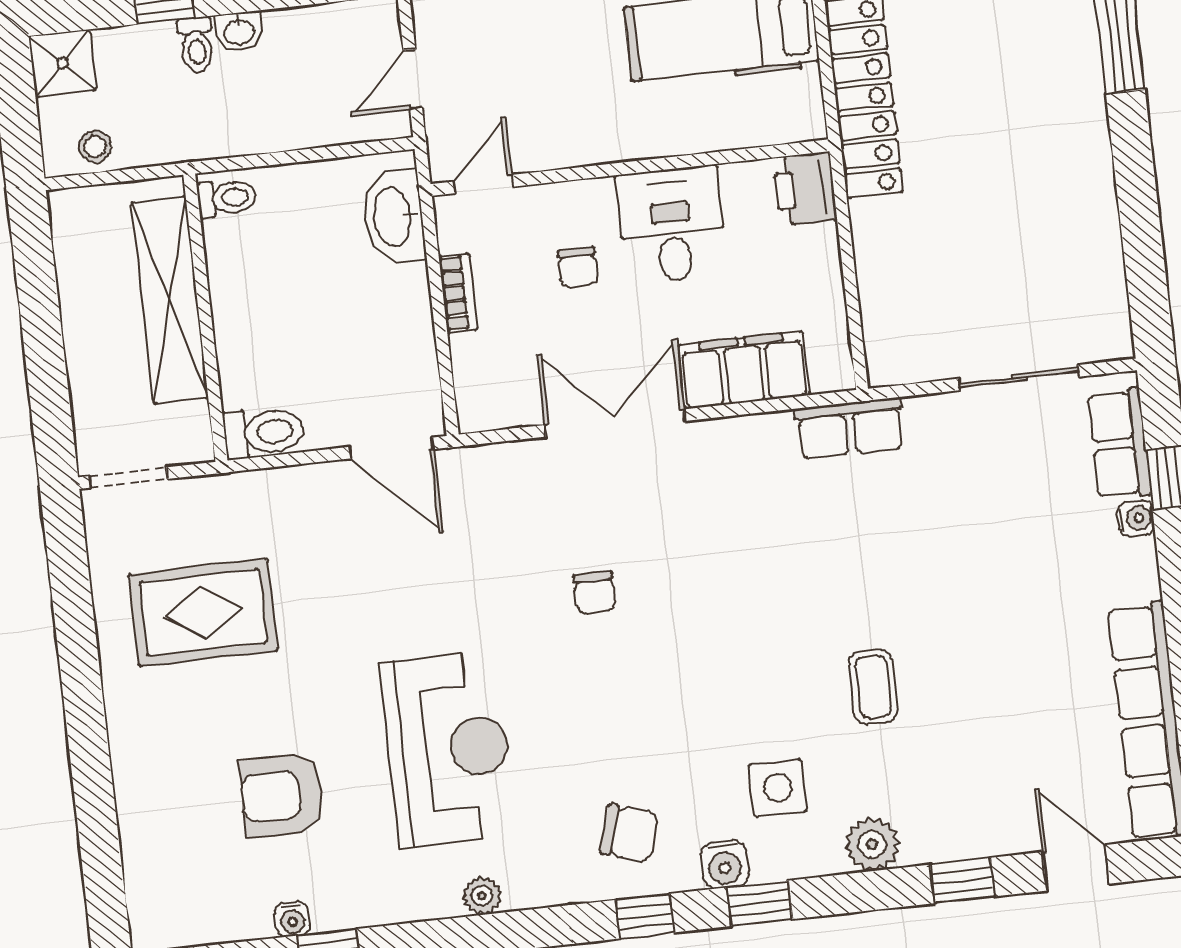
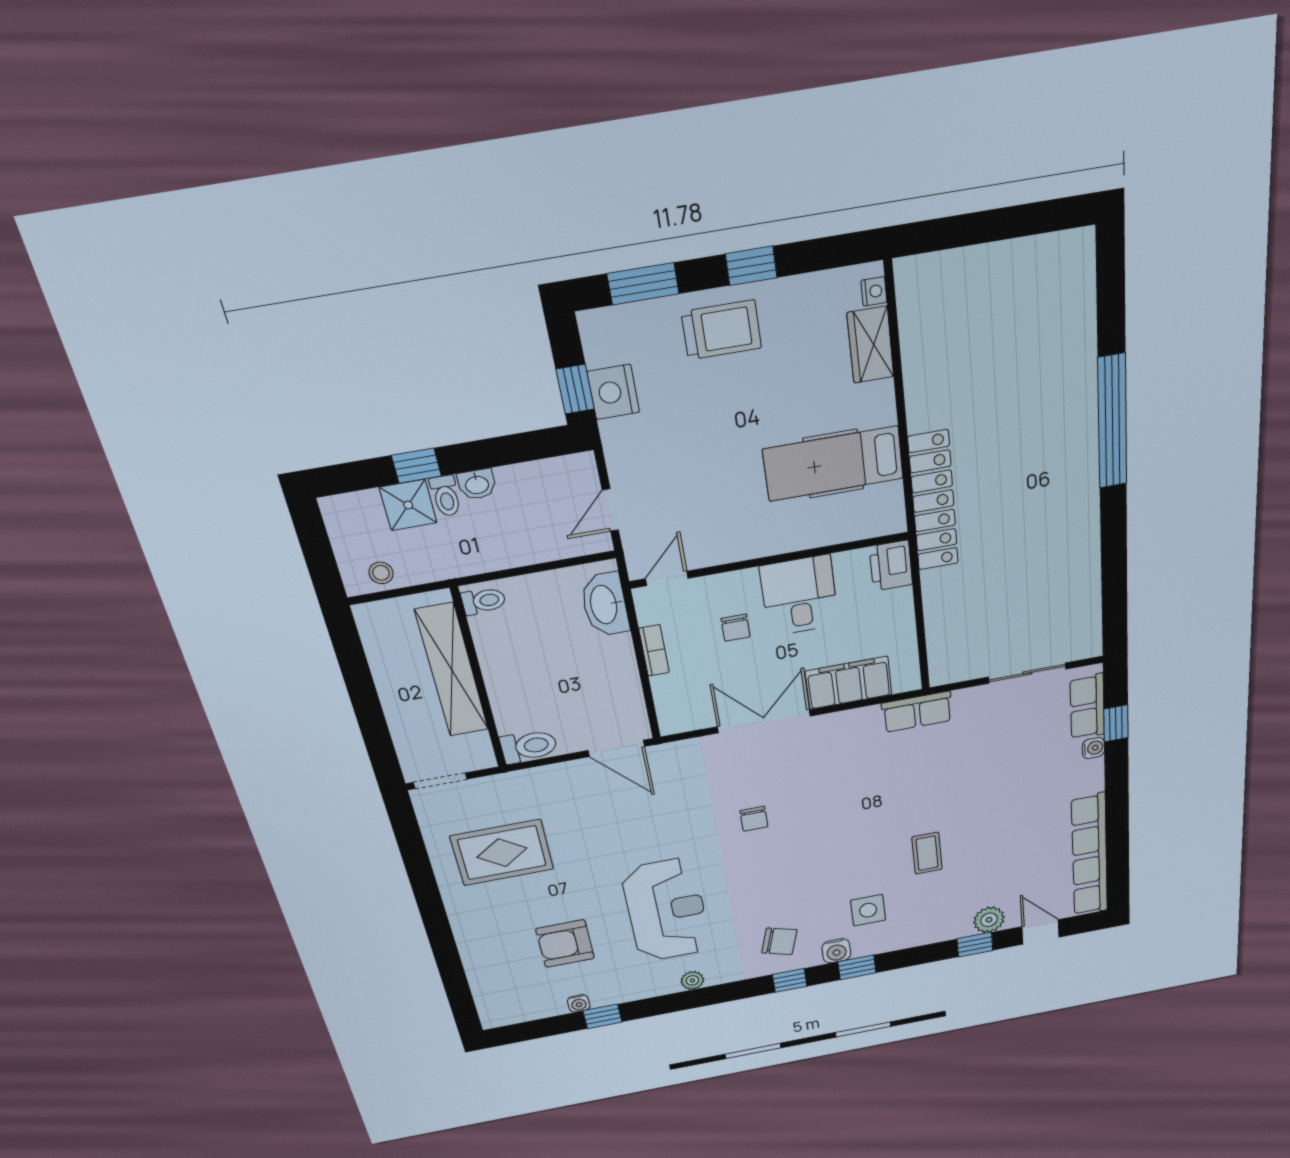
shower: (62, 63) -> (408, 505), moved
plant: (872, 844) -> (989, 920), moved

